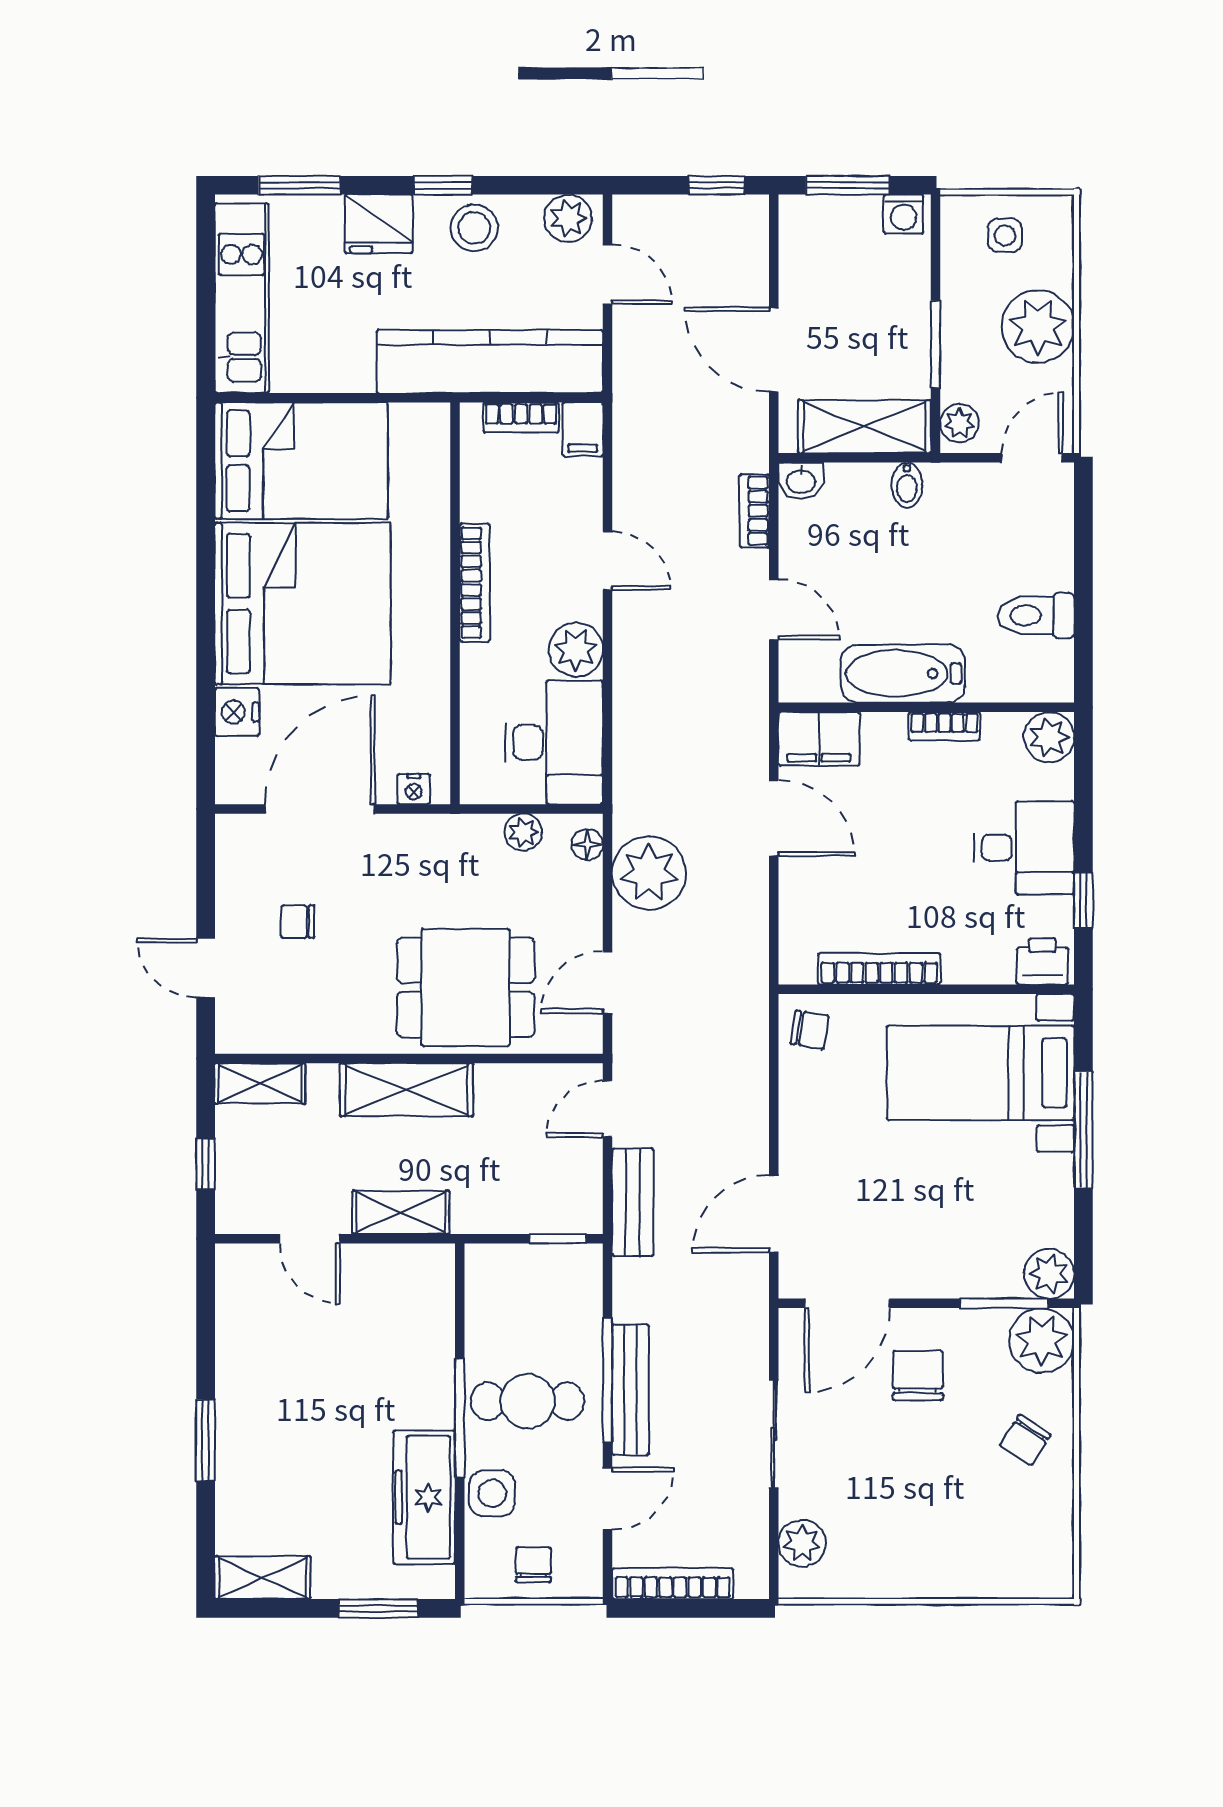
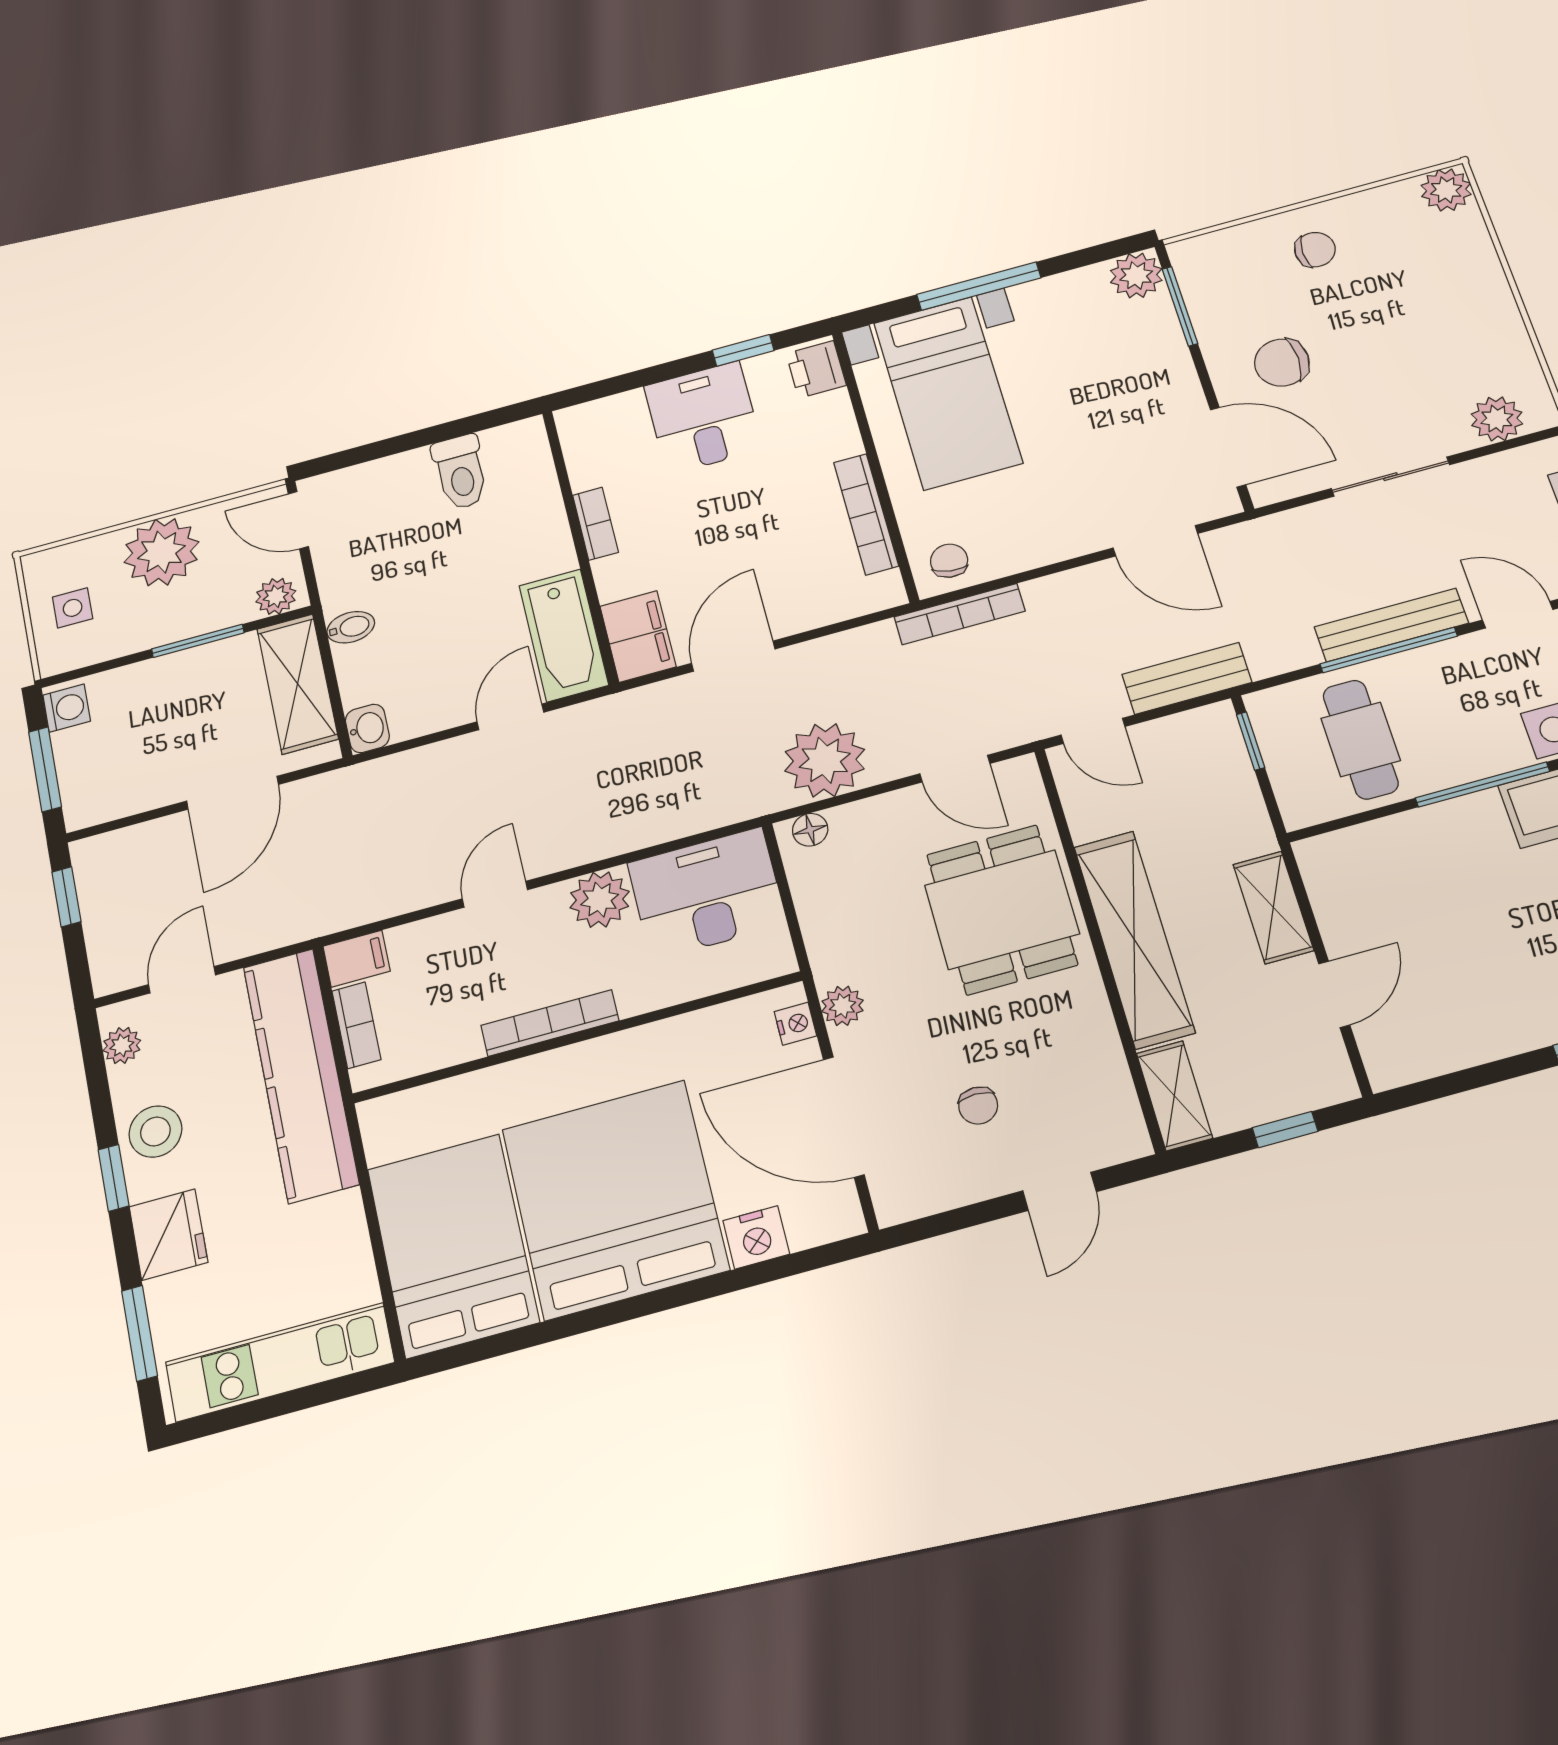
plant: (568, 218) -> (122, 1045), width x0.73, depth x0.73
bookcase: (755, 511) -> (960, 614), moved, width x1.56
bathtub: (903, 674) -> (564, 635), moved
plant: (1049, 737) -> (583, 426), removed
plant: (523, 832) -> (842, 1006), moved
shelving: (407, 1090) -> (1134, 939), width x1.47
plant: (1042, 1341) -> (1446, 190), moved, width x0.73, depth x0.73
cafe table: (528, 1401) -> (1361, 739), moved
chair: (1025, 1440) -> (1315, 250), turned -33

